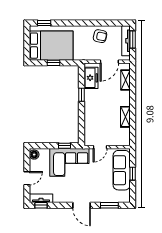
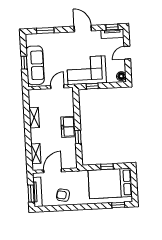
freezer: (91, 78) -> (68, 127), moved
door: (82, 205) -> (83, 29), moved

